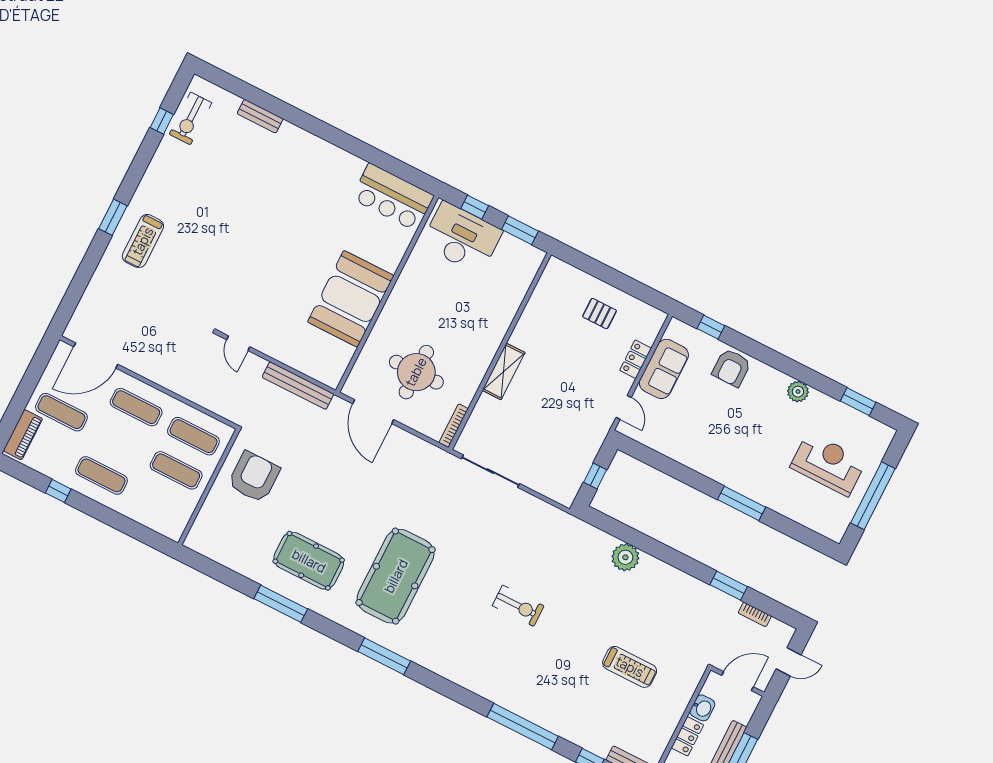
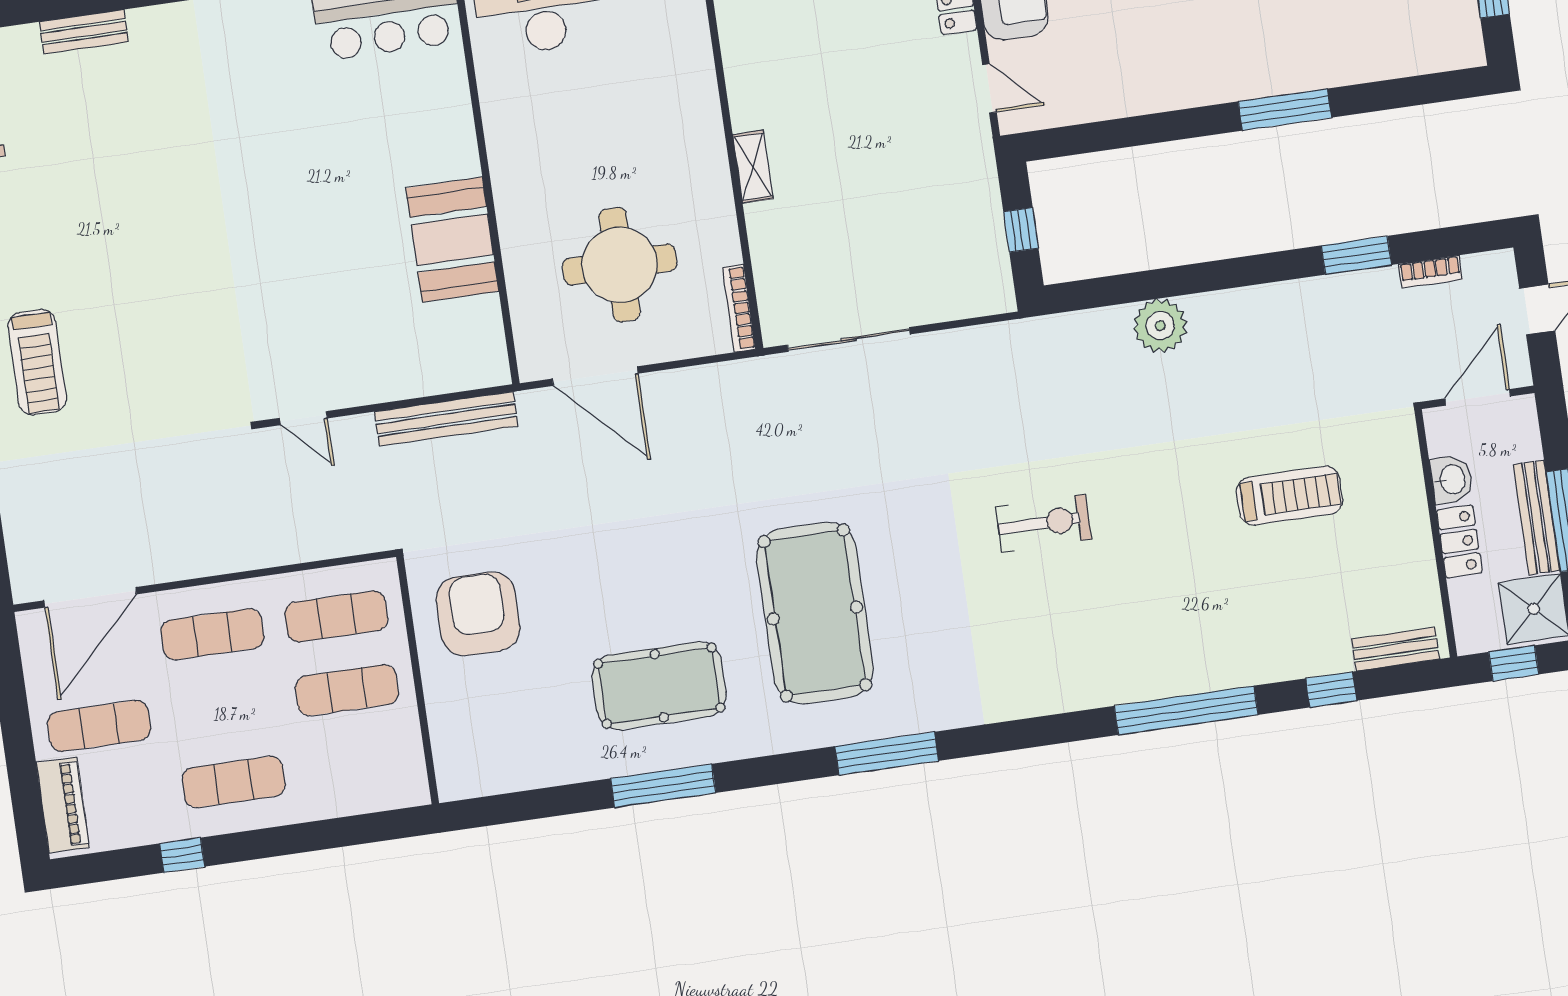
booth: (351, 299) -> (452, 240), width x0.73, depth x0.70
shelving: (504, 371) -> (753, 167), width x0.67, depth x0.75

